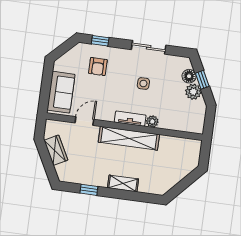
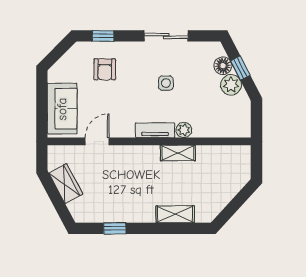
shelving: (129, 138) -> (178, 153), width x0.45, depth x0.75
shelving: (123, 183) -> (175, 214), moved

